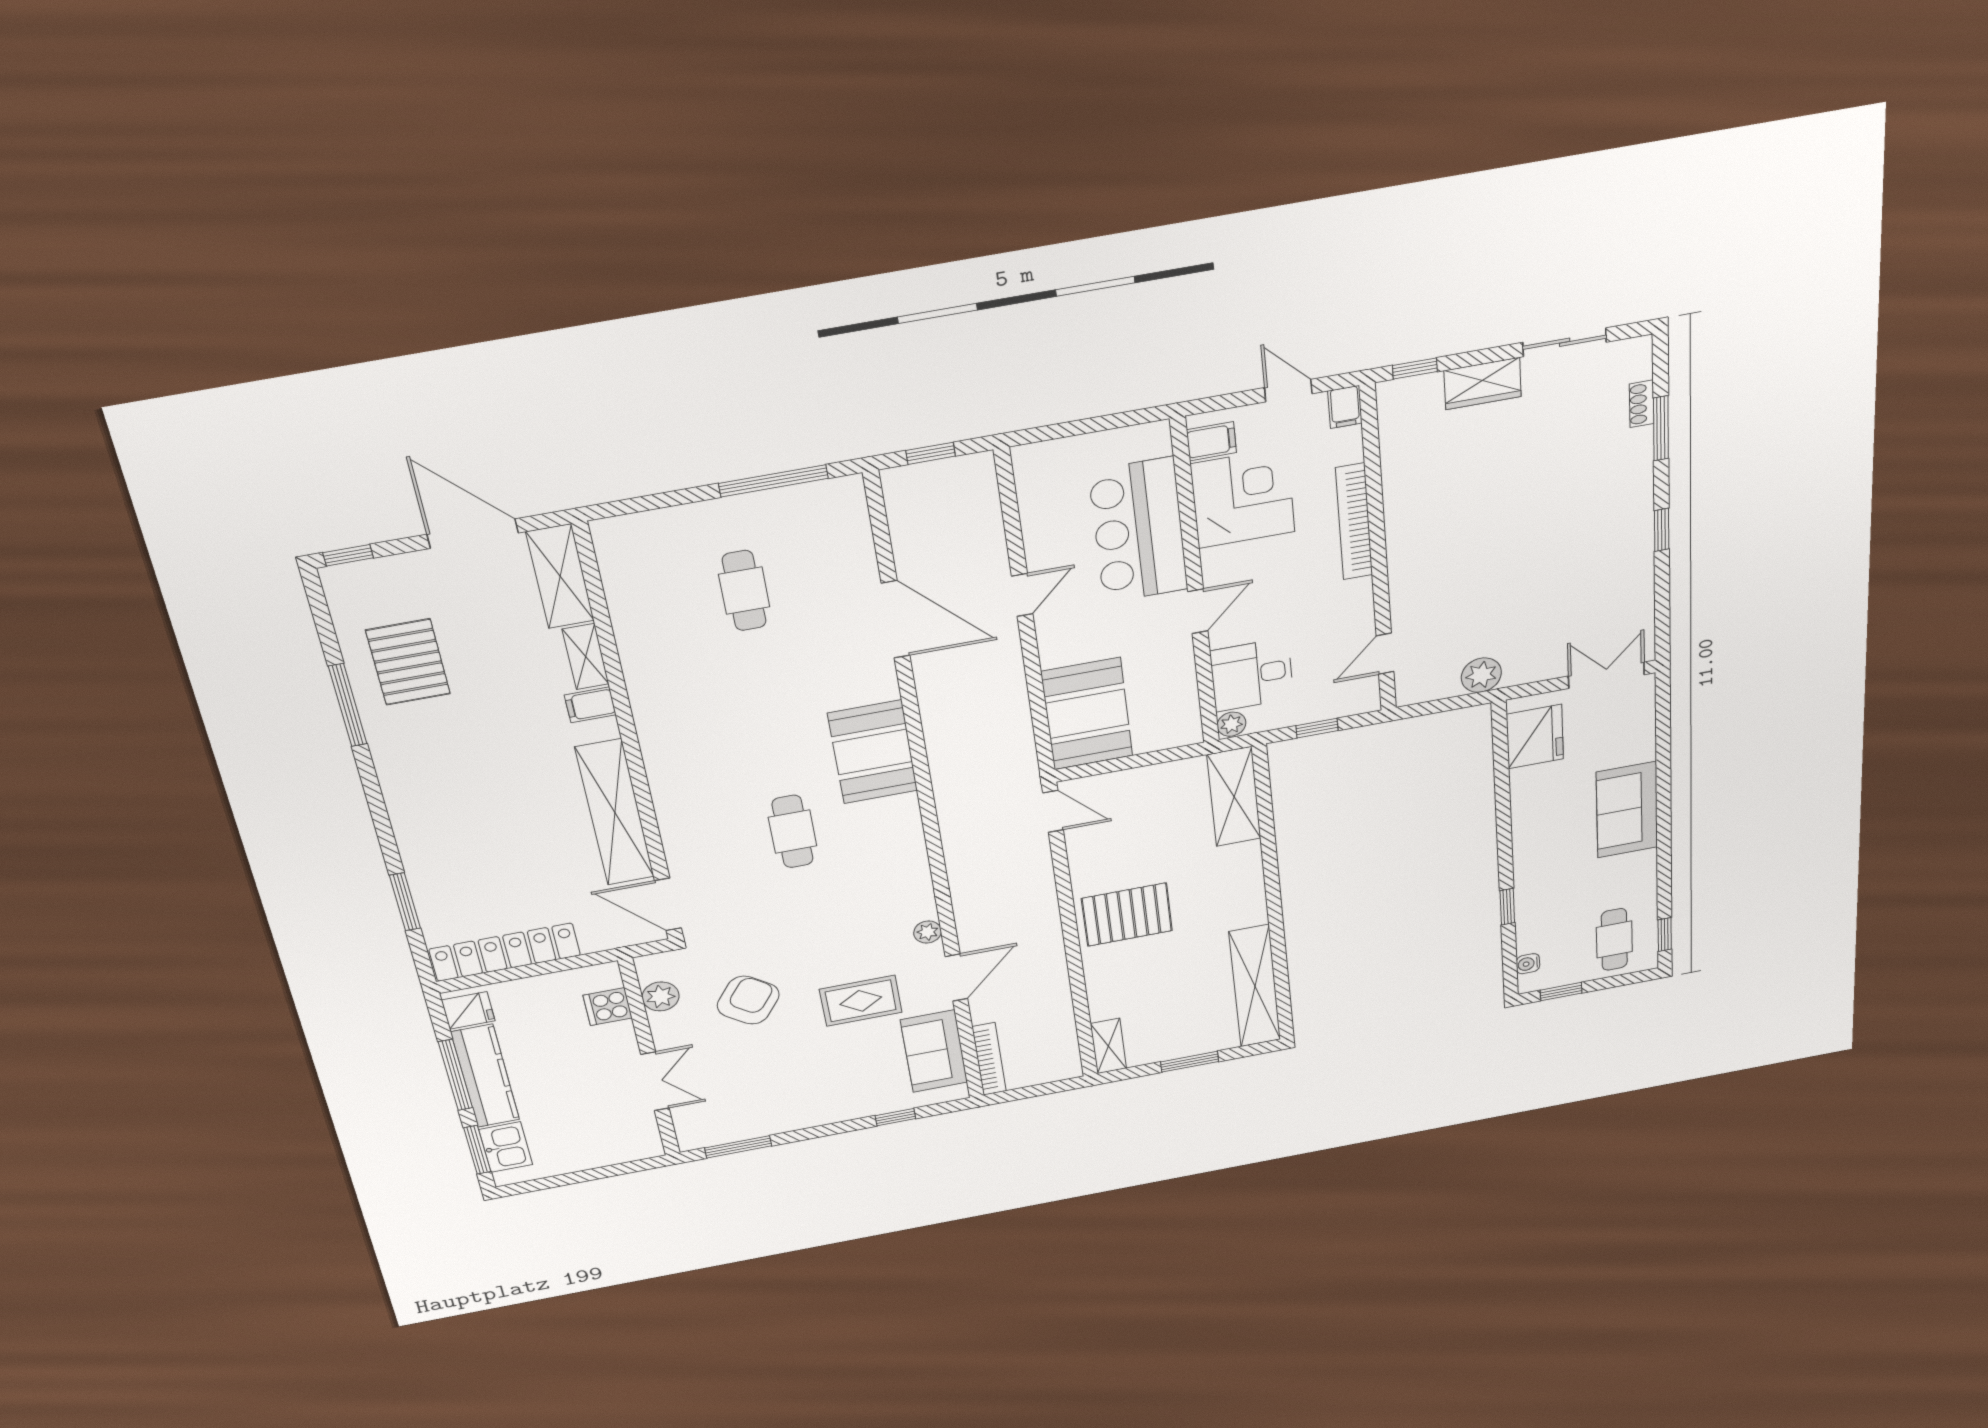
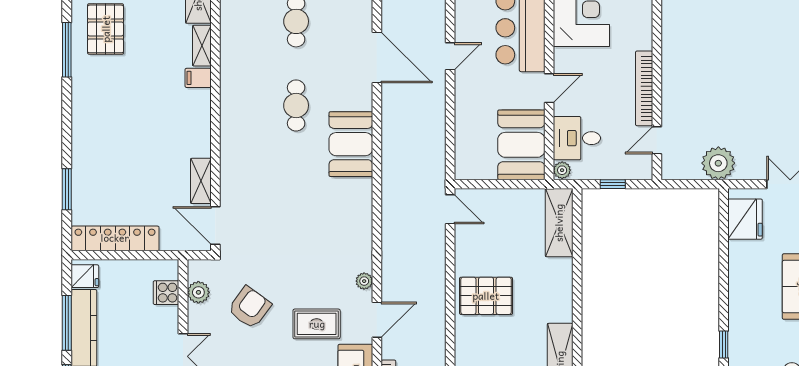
bookcase: (1354, 522) -> (644, 88), moved
plant: (1481, 675) -> (718, 163), width x1.36, depth x1.36
booth: (1087, 714) -> (521, 145), moved
shelving: (615, 813) -> (201, 181), width x0.45, depth x0.75
cafe table: (793, 831) -> (296, 105), moved

